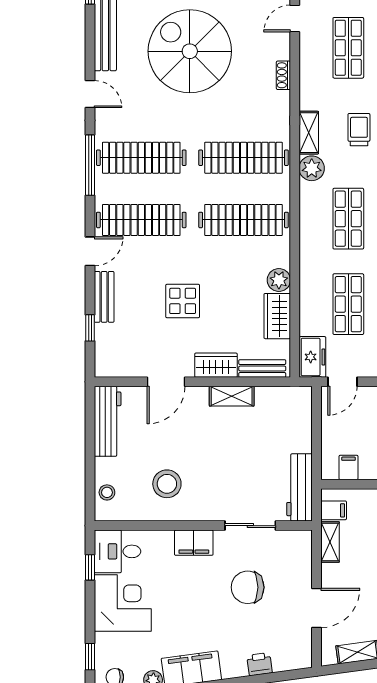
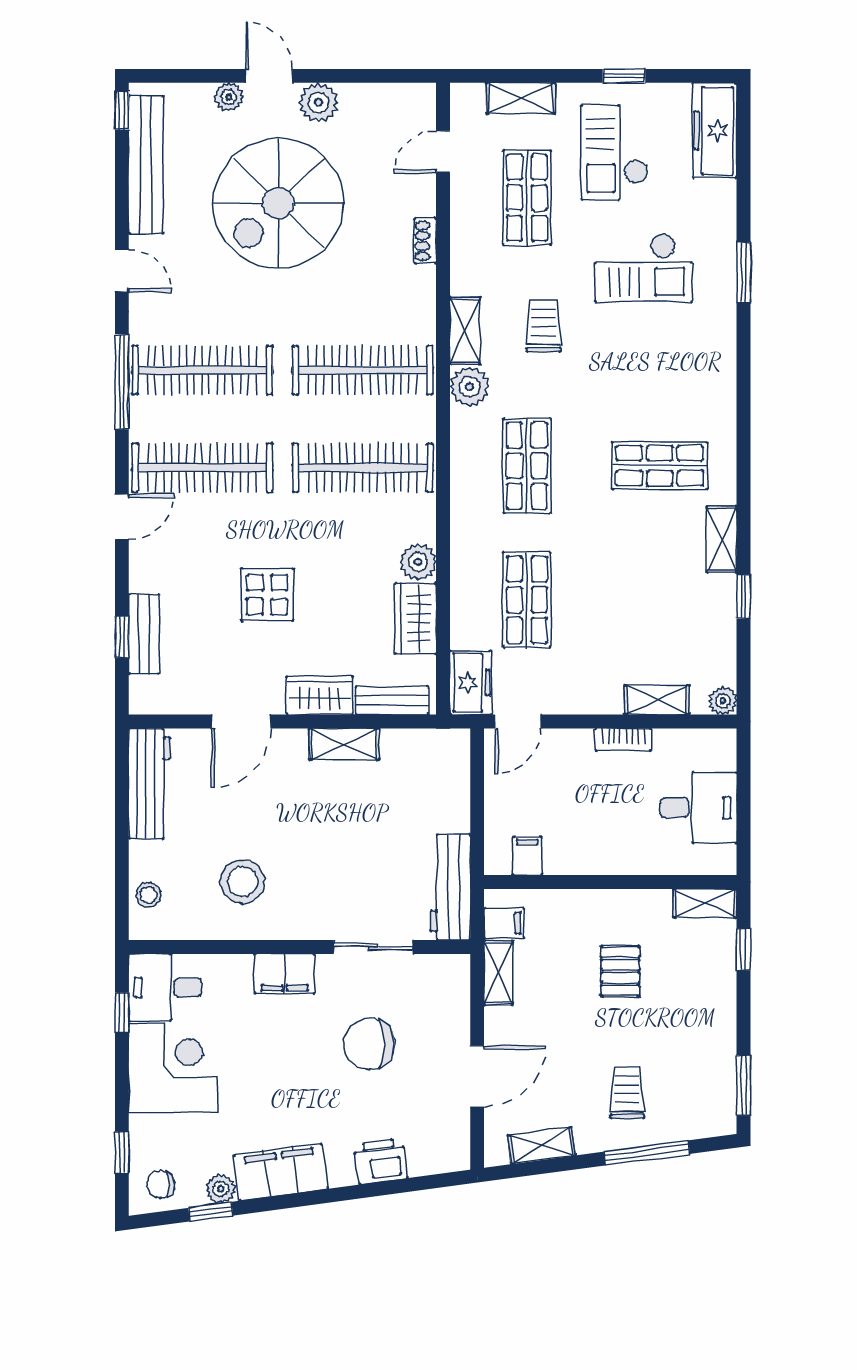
spiral stairs: (190, 51) -> (278, 203), turned -90
bench: (104, 297) -> (144, 634), moved
printer: (260, 664) -> (381, 1161), width x1.36, depth x1.24

